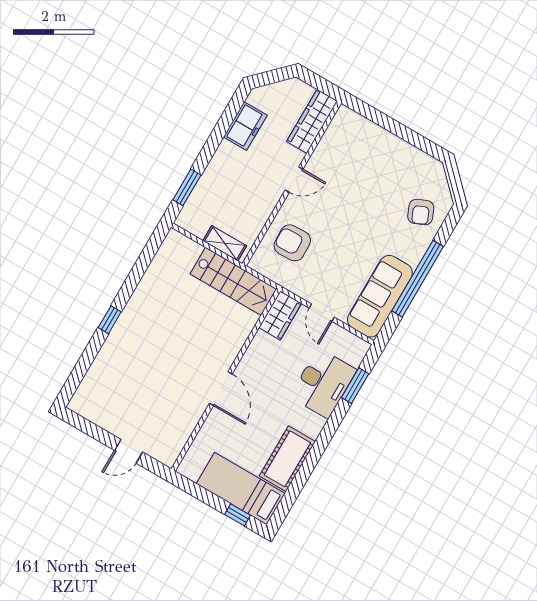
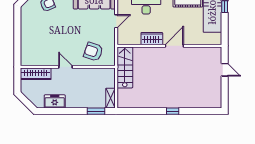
shelving: (225, 243) -> (110, 98), moved
armchair: (292, 243) -> (93, 52), turned 111
wardrobe: (280, 316) -> (152, 39), moved

